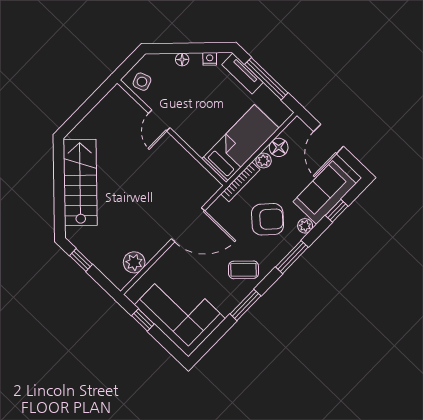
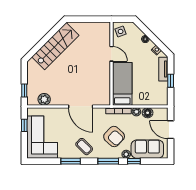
window: (266, 79) -> (171, 81), width x0.46
door: (159, 121) -> (112, 54), swing flipped
door: (329, 139) -> (171, 130), hinge flipped
bed: (240, 144) -> (122, 84), moved, turned -90
window: (337, 211) -> (134, 161), moved
window: (81, 260) -> (24, 90), moved

